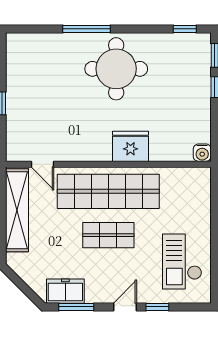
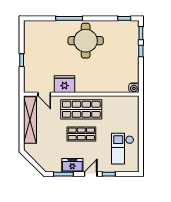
fridge: (130, 146) -> (64, 84), moved
shop shelf: (108, 191) -> (81, 109), width x0.71
freezer: (65, 291) -> (72, 165), moved

